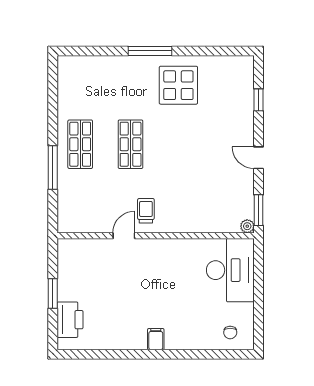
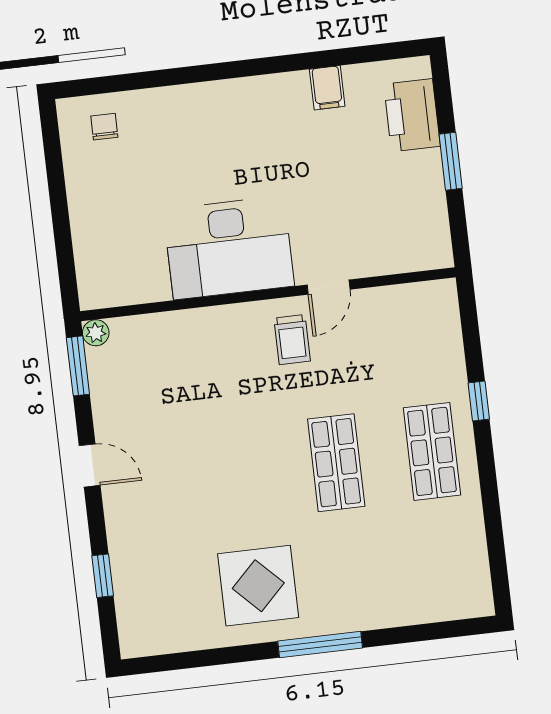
window: (53, 167) -> (479, 401), width x0.46
desk: (230, 270) -> (229, 248), moved, turned -90
filing cabinet: (156, 339) -> (327, 88), moved

